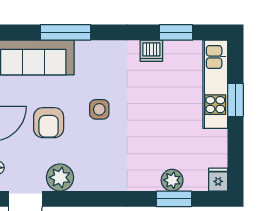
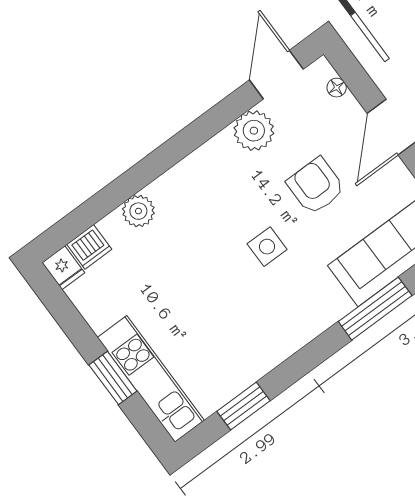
dishwasher: (151, 51) -> (89, 247), moved, turned 180
plant: (172, 180) -> (138, 211), moved
window: (174, 199) -> (99, 206), removed

